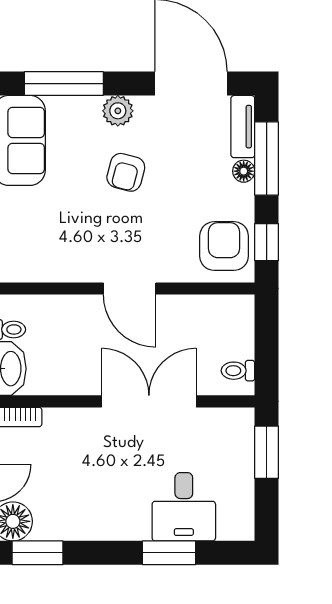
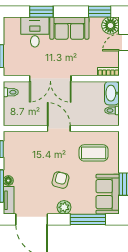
coffee table: (51, 234) -> (94, 153), added
armchair: (224, 246) -> (17, 147), removed
sofa: (106, 516) -> (69, 28), added

